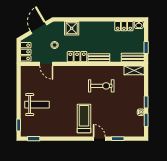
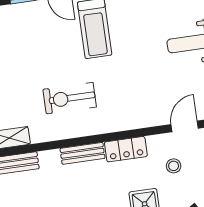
door: (46, 64) -> (185, 126), hinge flipped

